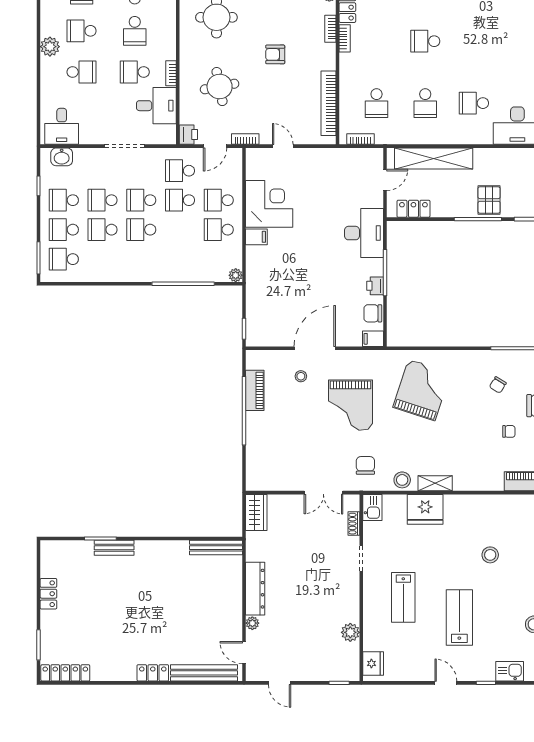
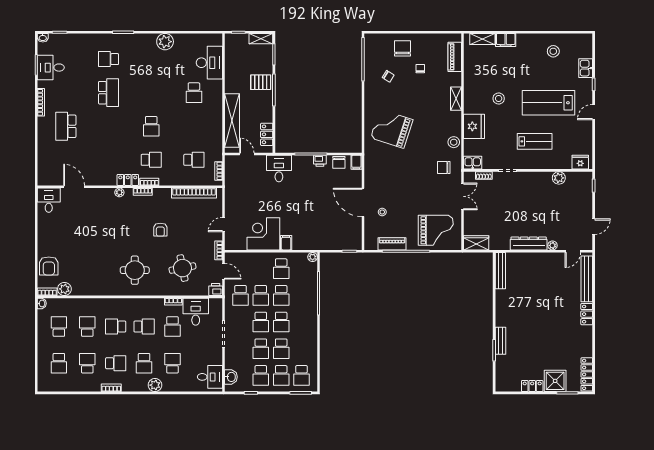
school desk: (425, 103) -> (151, 160), moved
school desk: (219, 200) -> (281, 295), moved
desk: (364, 233) -> (279, 168), width x0.73
grand piano: (350, 405) -> (436, 230), moved
shelving: (435, 483) -> (456, 99), moved
stool: (490, 555) -> (499, 99), moved
lab bench: (459, 617) -> (549, 103), width x1.36, depth x1.39
shower: (56, 627) -> (555, 381), added

